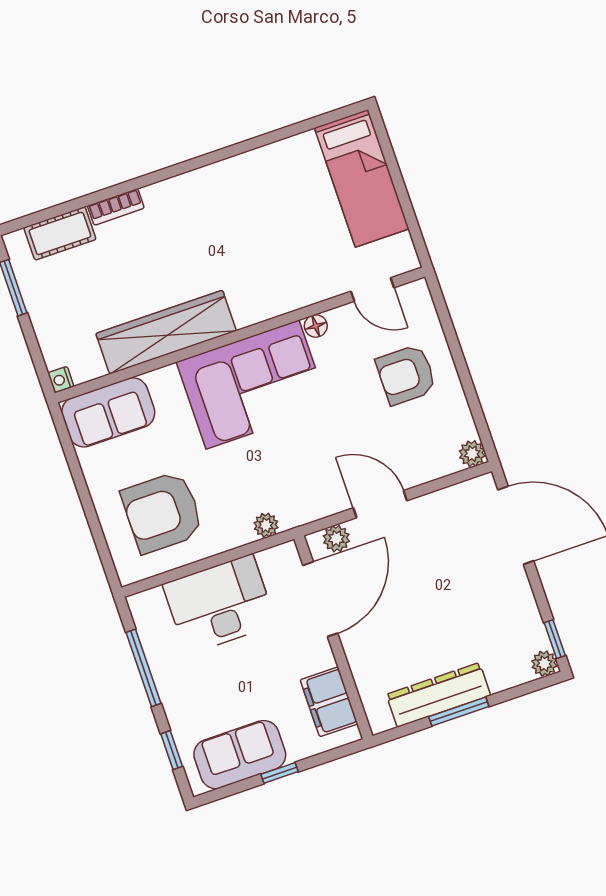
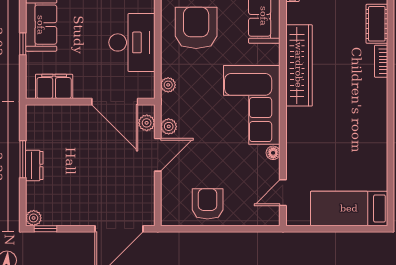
armchair: (406, 375) -> (208, 204), moved
plant: (472, 454) -> (169, 126), moved
dresser: (438, 695) -> (34, 165), width x0.51, depth x0.80

